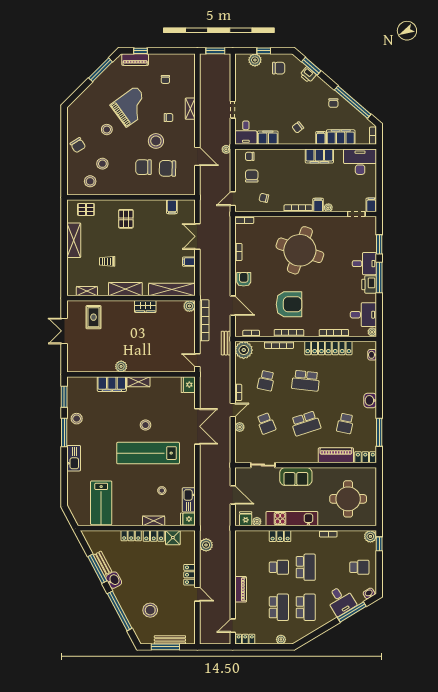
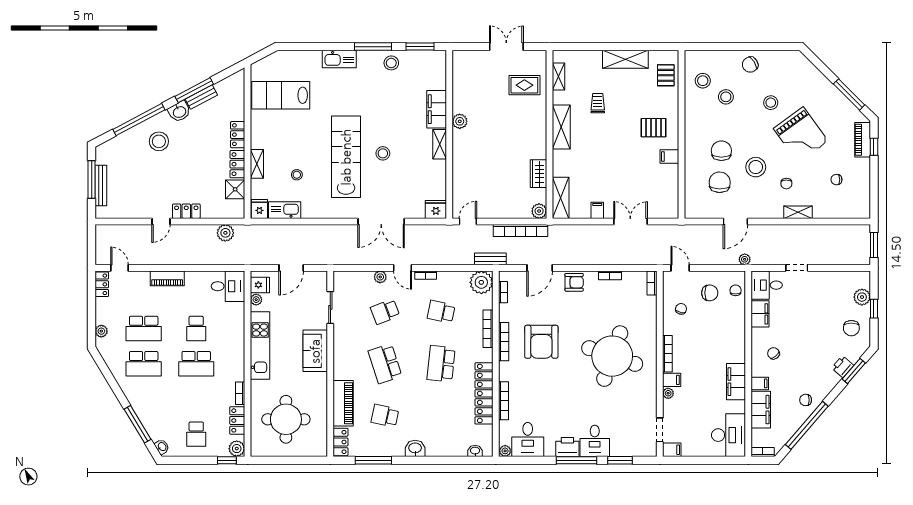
filing cabinet: (172, 207) -> (669, 157), moved
shelving: (172, 290) -> (561, 198), width x0.68
wardrobe: (145, 306) -> (538, 174), moved
locker: (280, 536) -> (237, 420), moved
desk: (341, 600) -> (228, 286), moved, turned -149
stool: (150, 610) -> (159, 141), moved

